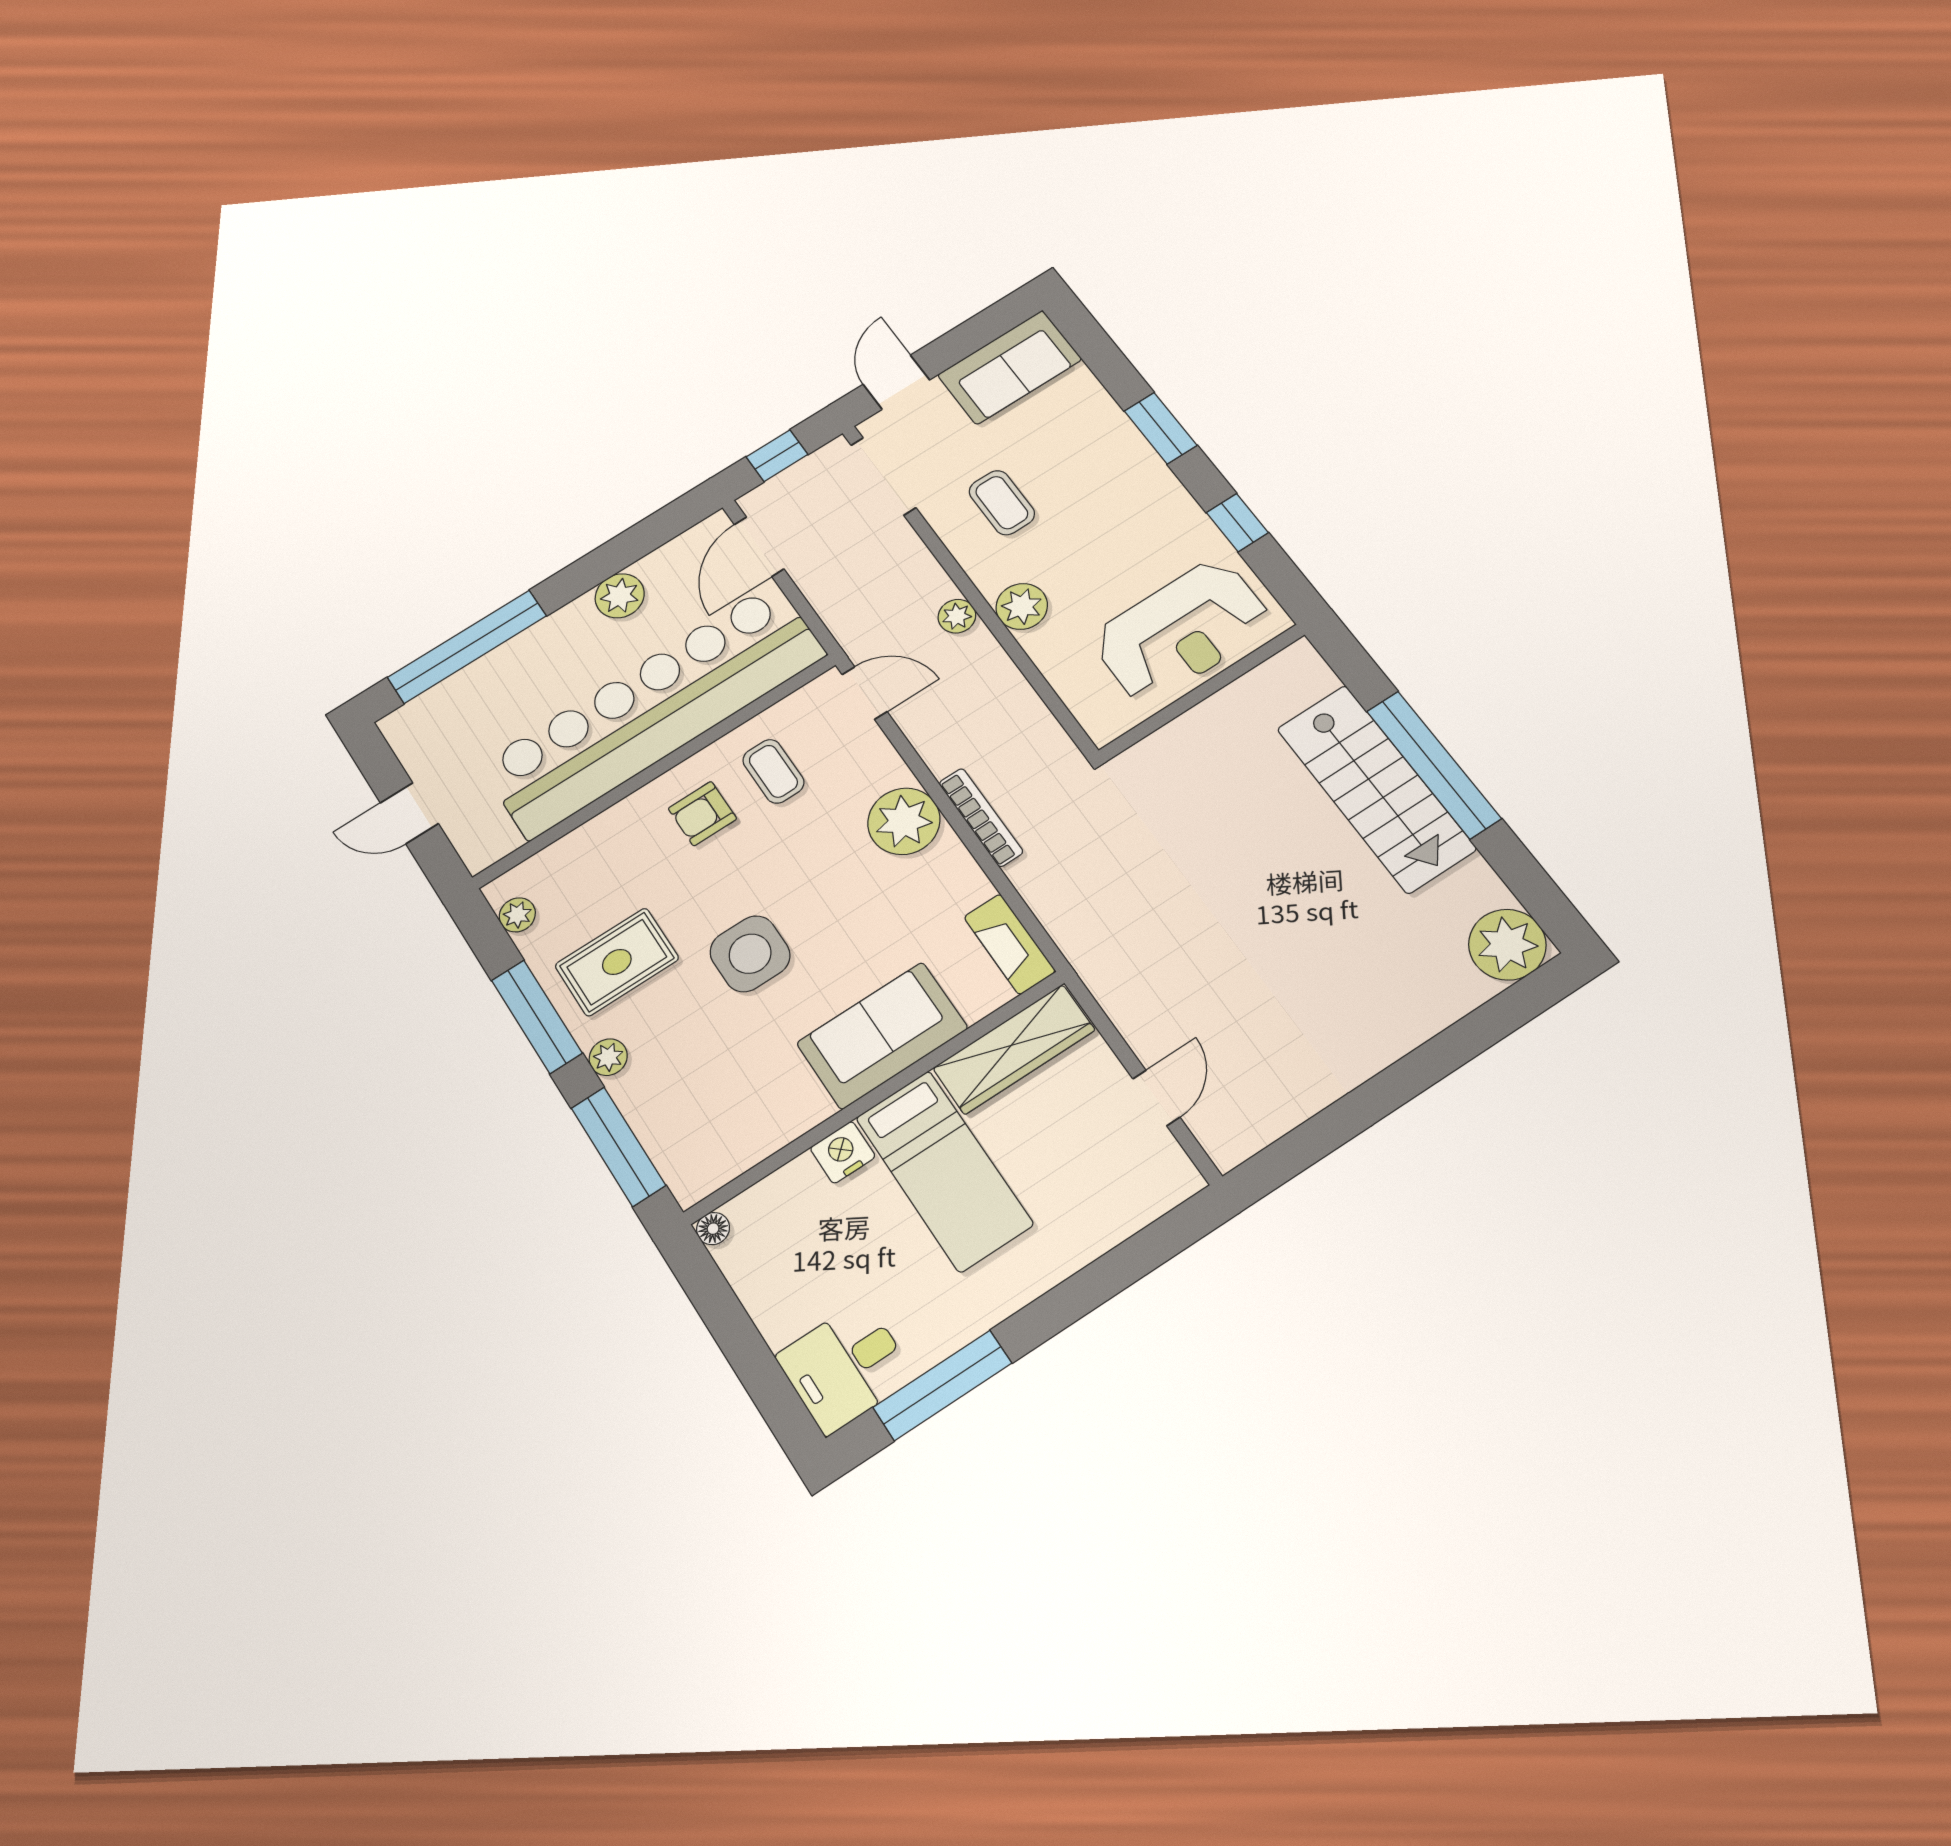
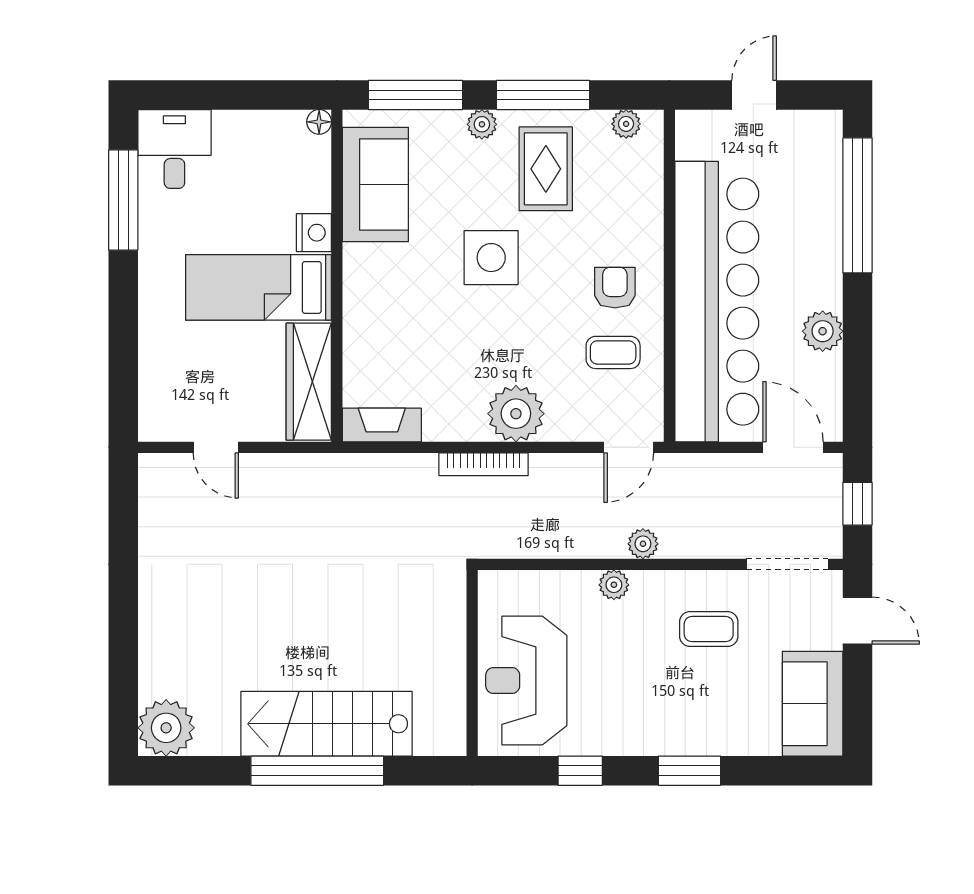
plant: (1022, 606) -> (614, 585), width x0.73, depth x0.73
sofa: (882, 1036) -> (375, 184), moved

